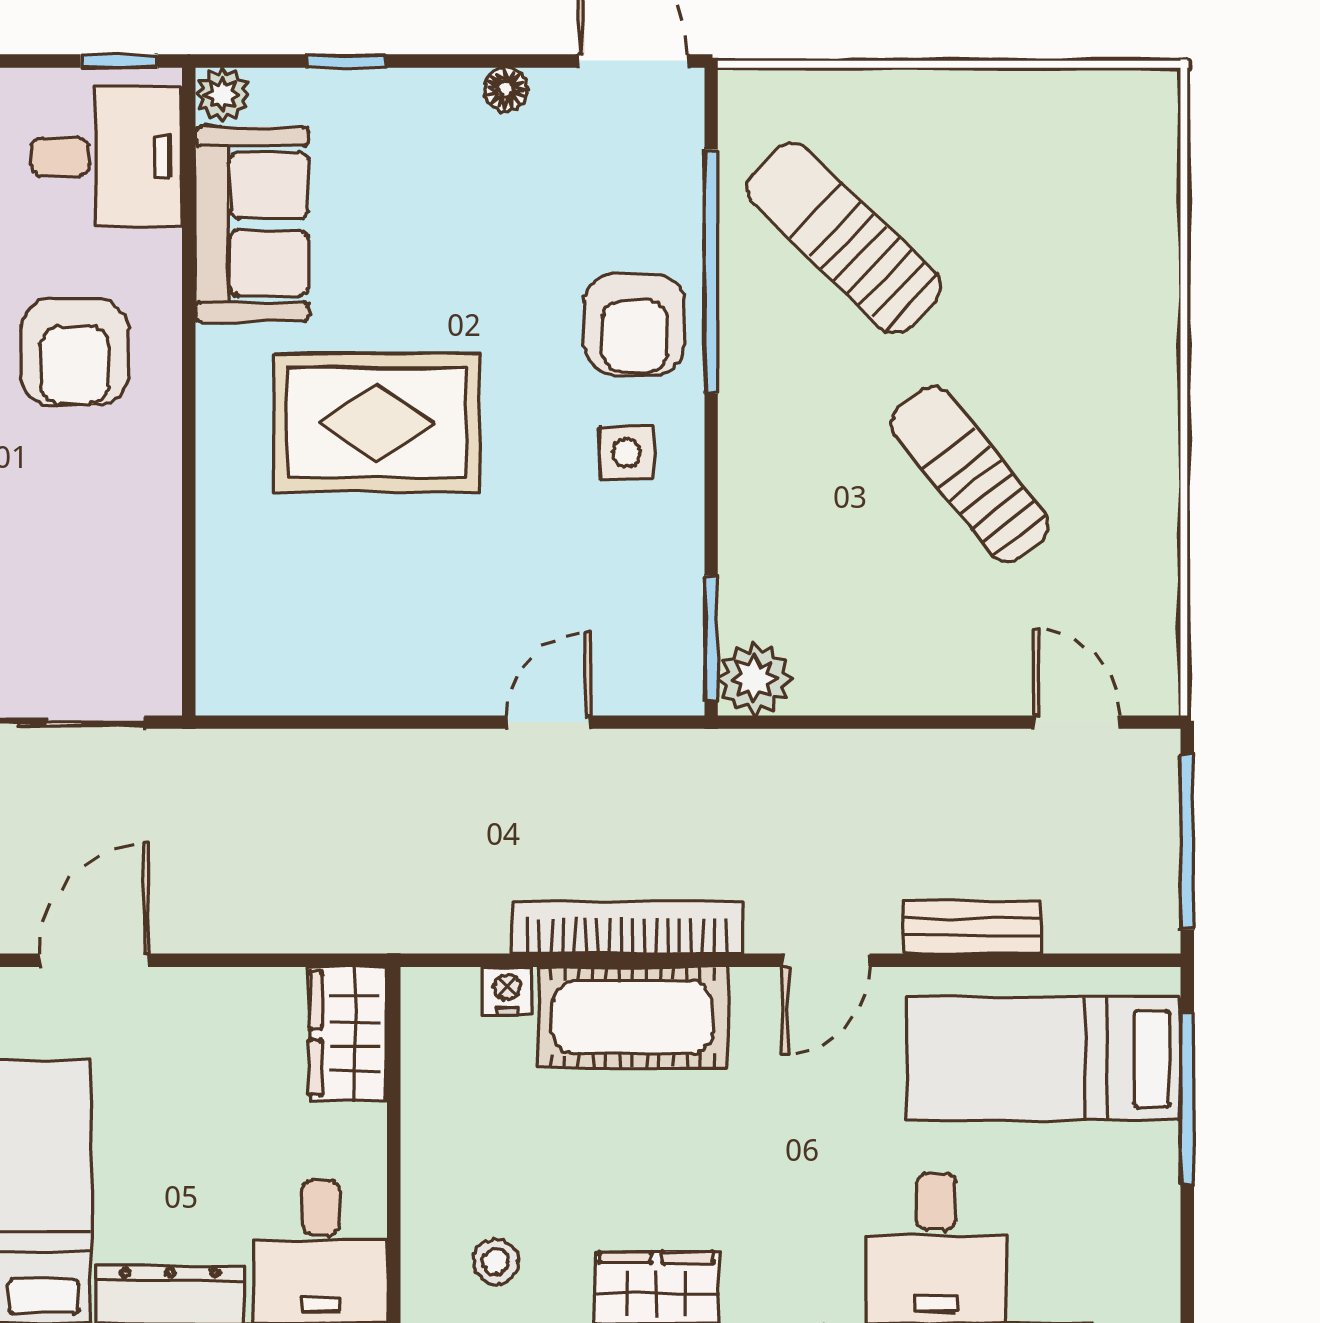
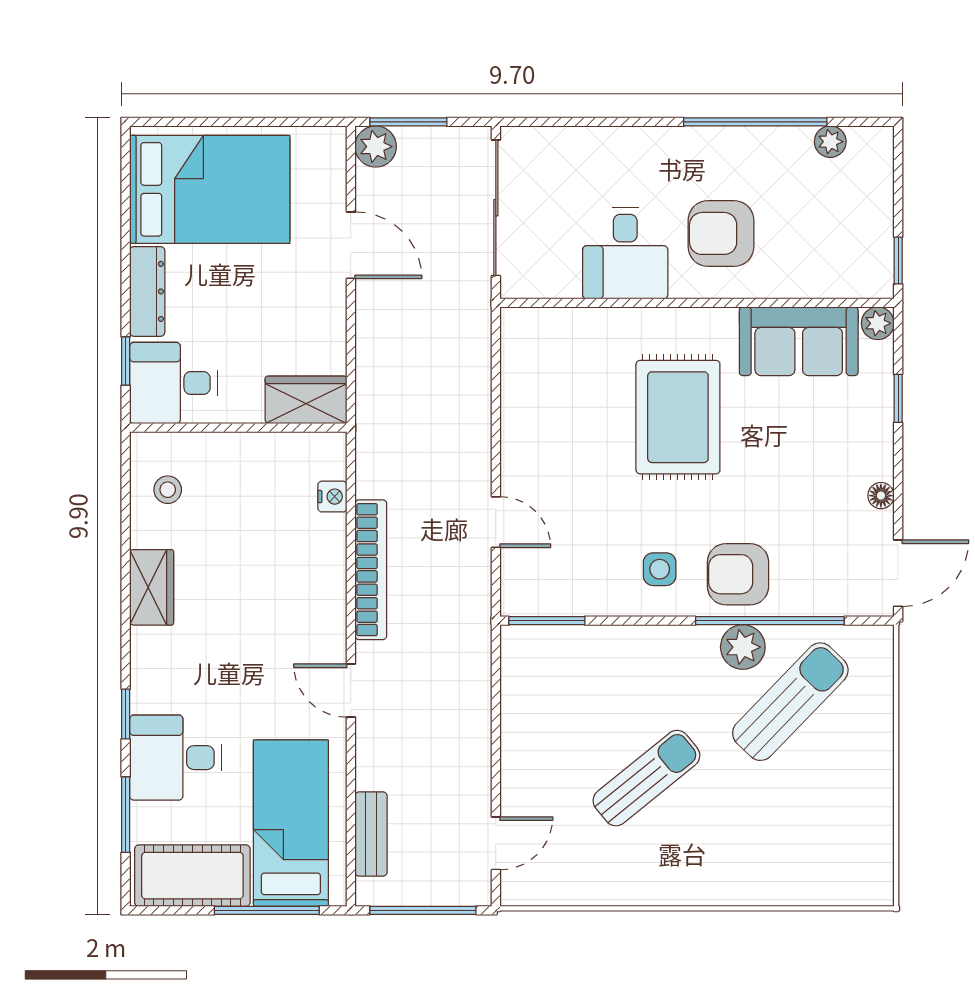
desk: (107, 157) -> (625, 253), moved
plant: (754, 679) -> (743, 647), moved
bench: (972, 927) -> (371, 834), moved
cot: (633, 1017) -> (192, 876), moved, turned 90

